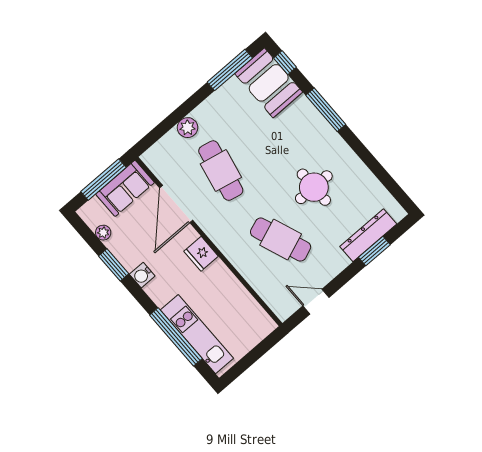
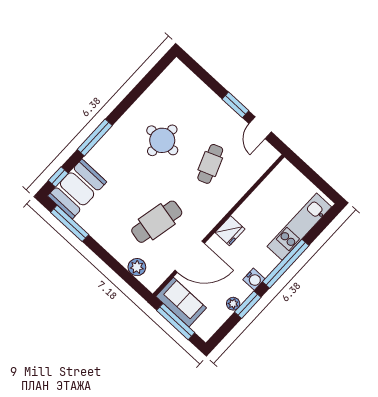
plant: (188, 128) -> (137, 267), moved
plant: (103, 233) -> (233, 304), moved
dresser: (368, 235) -> (198, 89), removed
cafe table: (281, 240) -> (210, 164), width x0.73, depth x0.74
window: (374, 251) -> (235, 105), moved
window: (176, 337) -> (286, 264), moved

